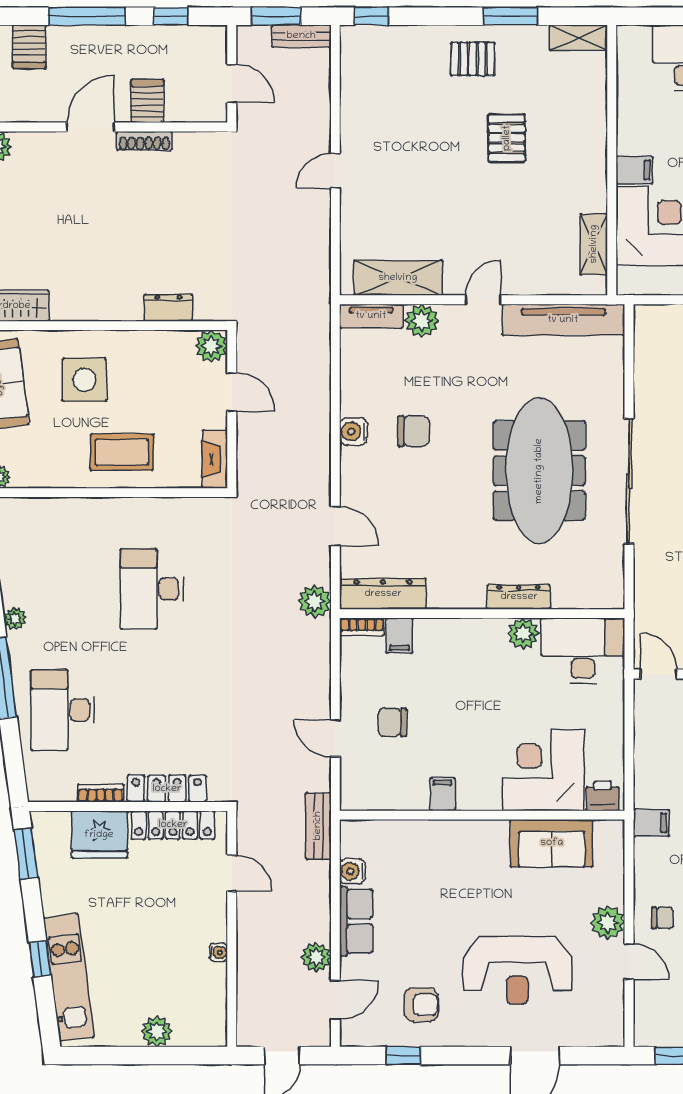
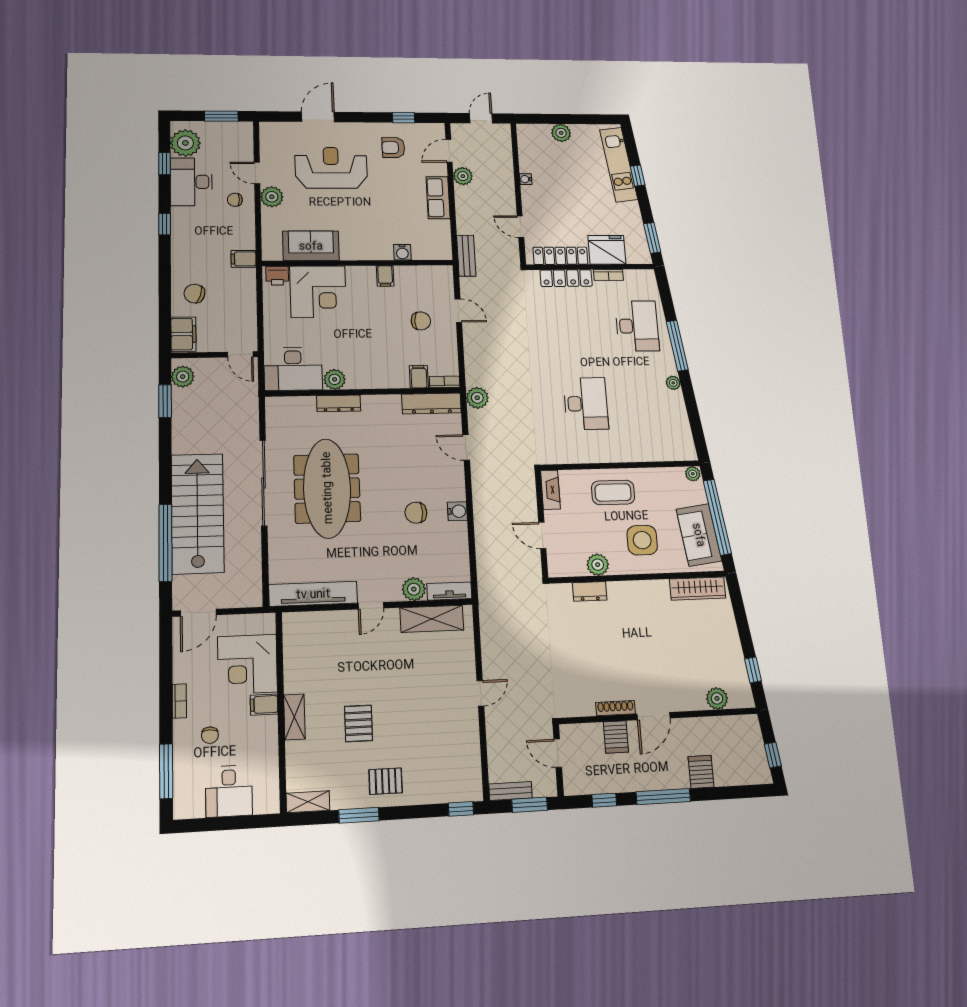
shelving: (594, 244) -> (294, 717), moved
plant: (211, 346) -> (598, 565), moved
water cooler: (352, 871) -> (402, 252), moved, turned 90

